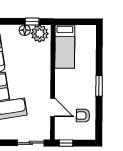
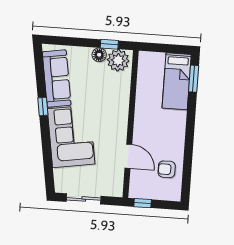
bed: (65, 47) -> (177, 81), moved
window: (99, 86) -> (194, 79), moved
sliding door: (31, 143) -> (84, 199), moved

